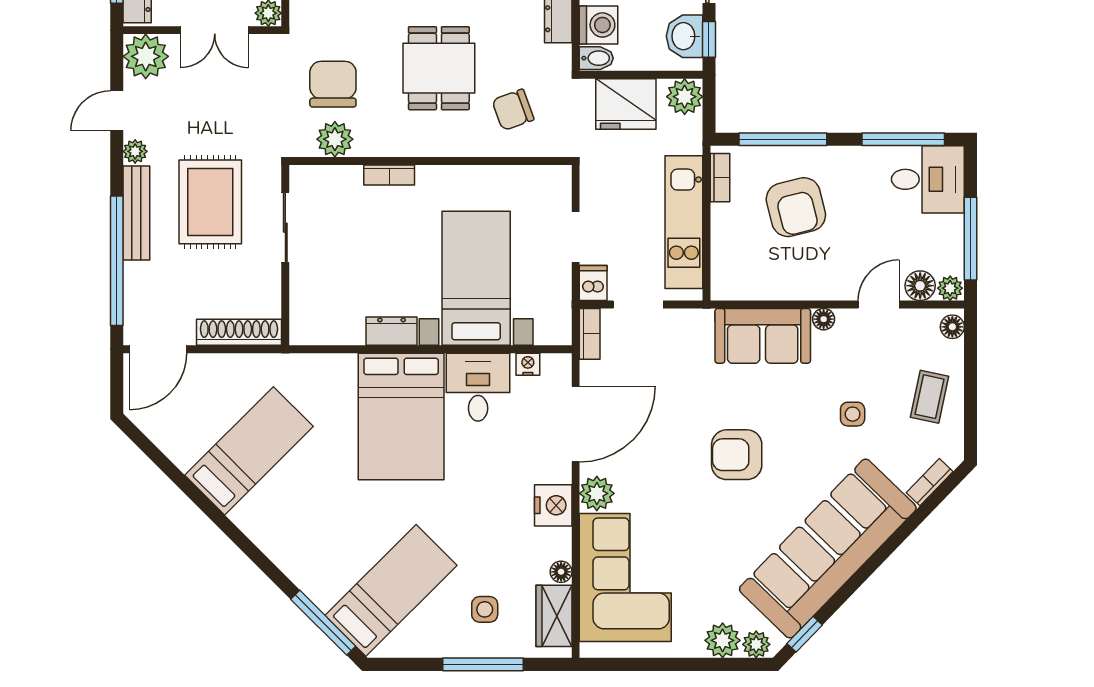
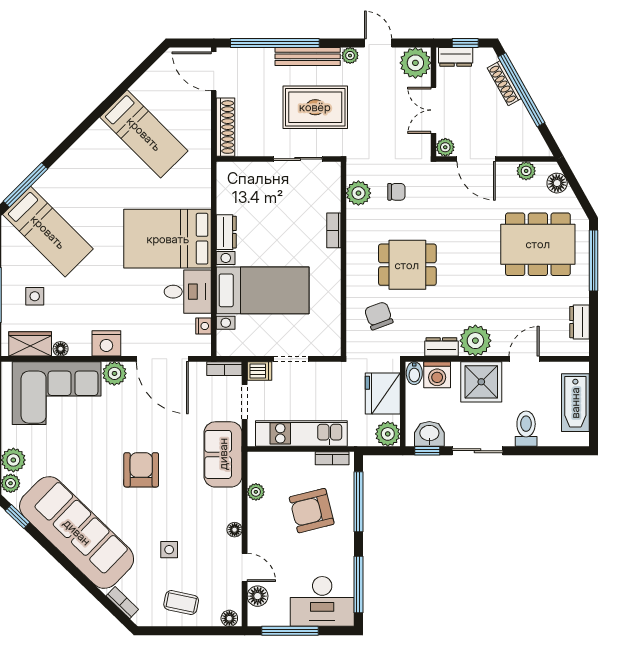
chair: (333, 84) -> (396, 192), width x0.54, depth x0.54
desk: (928, 179) -> (322, 601), width x1.37
plant: (950, 288) -> (256, 492), moved
sofa: (763, 336) -> (223, 454), moved

